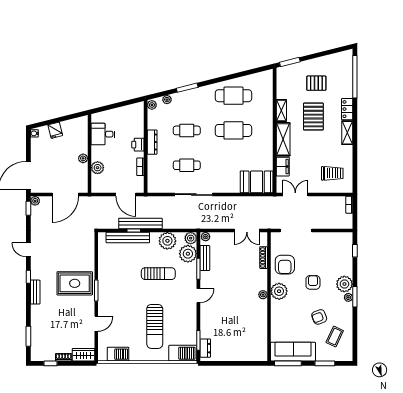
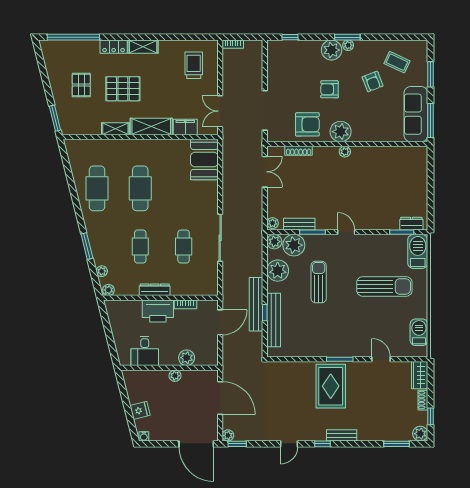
printer: (138, 145) -> (158, 311), width x1.87, depth x1.48
plant: (37, 355) -> (420, 434), added

